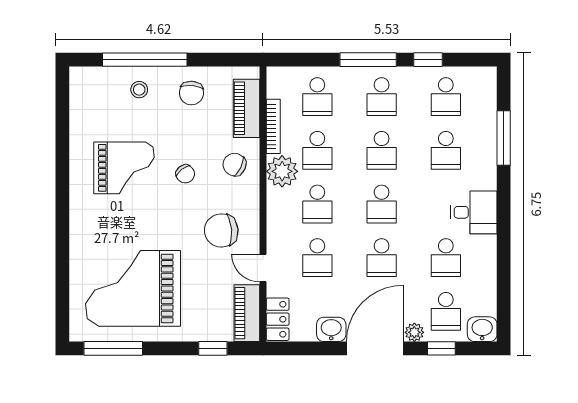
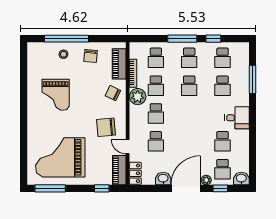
grand piano: (124, 168) -> (56, 95), turned 90
chair: (185, 174) -> (87, 98), removed
school desk: (382, 204) -> (189, 114), removed
school desk: (382, 258) -> (189, 141), removed

